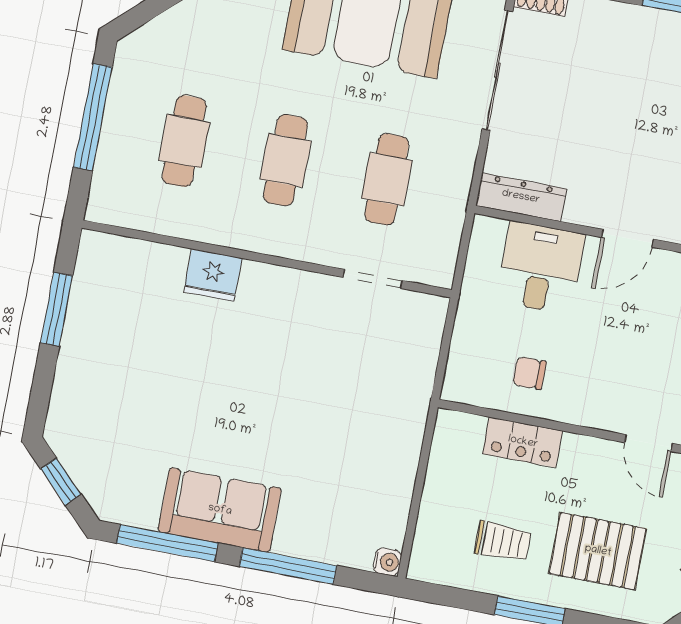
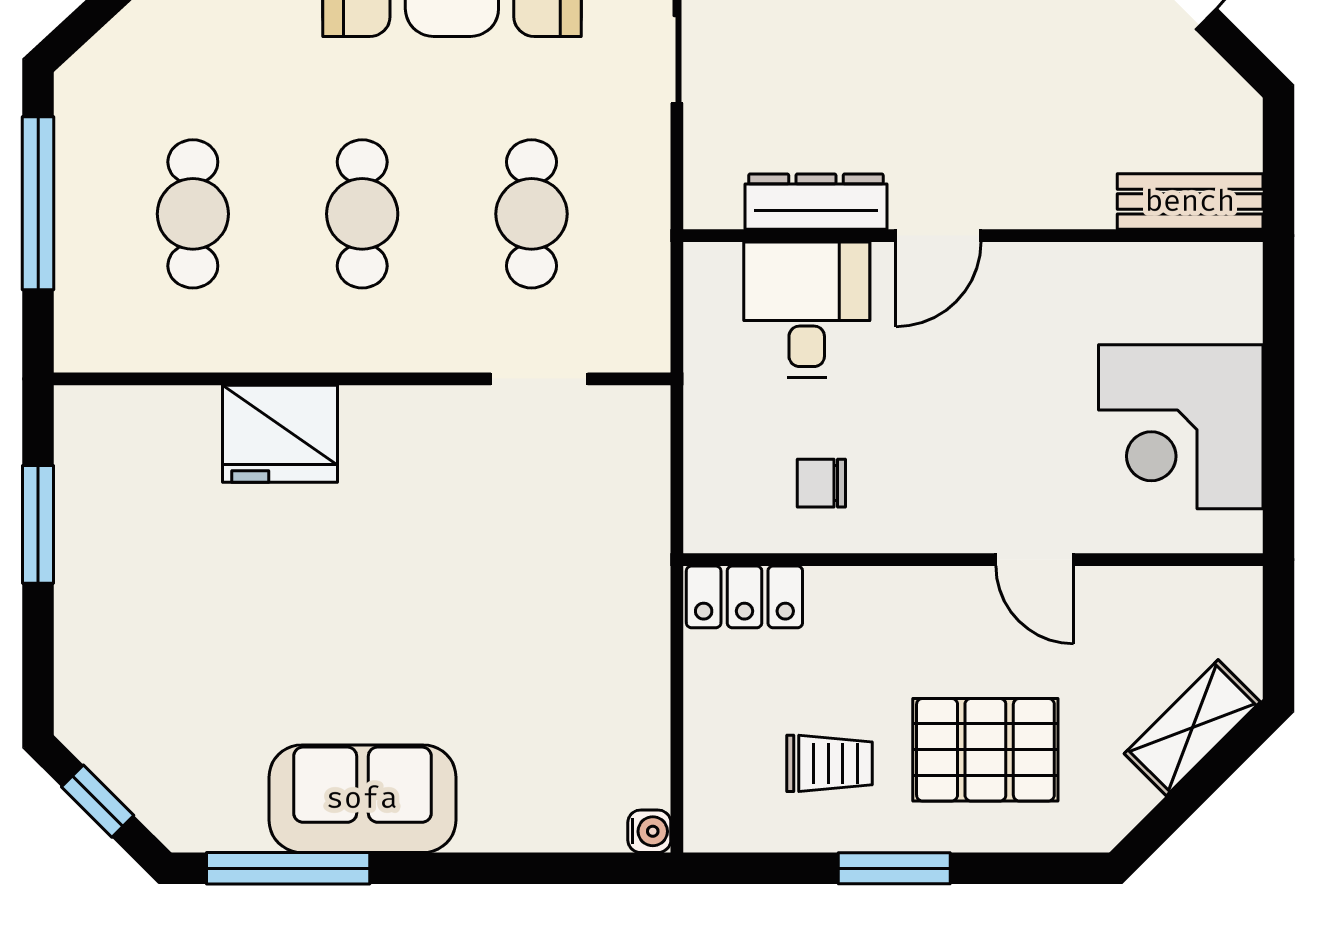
dresser: (521, 197) -> (816, 202), moved
fridge: (213, 275) -> (280, 434), width x1.36, depth x1.34
locker: (523, 442) -> (744, 597), moved
window: (288, 566) -> (490, 868), removed

